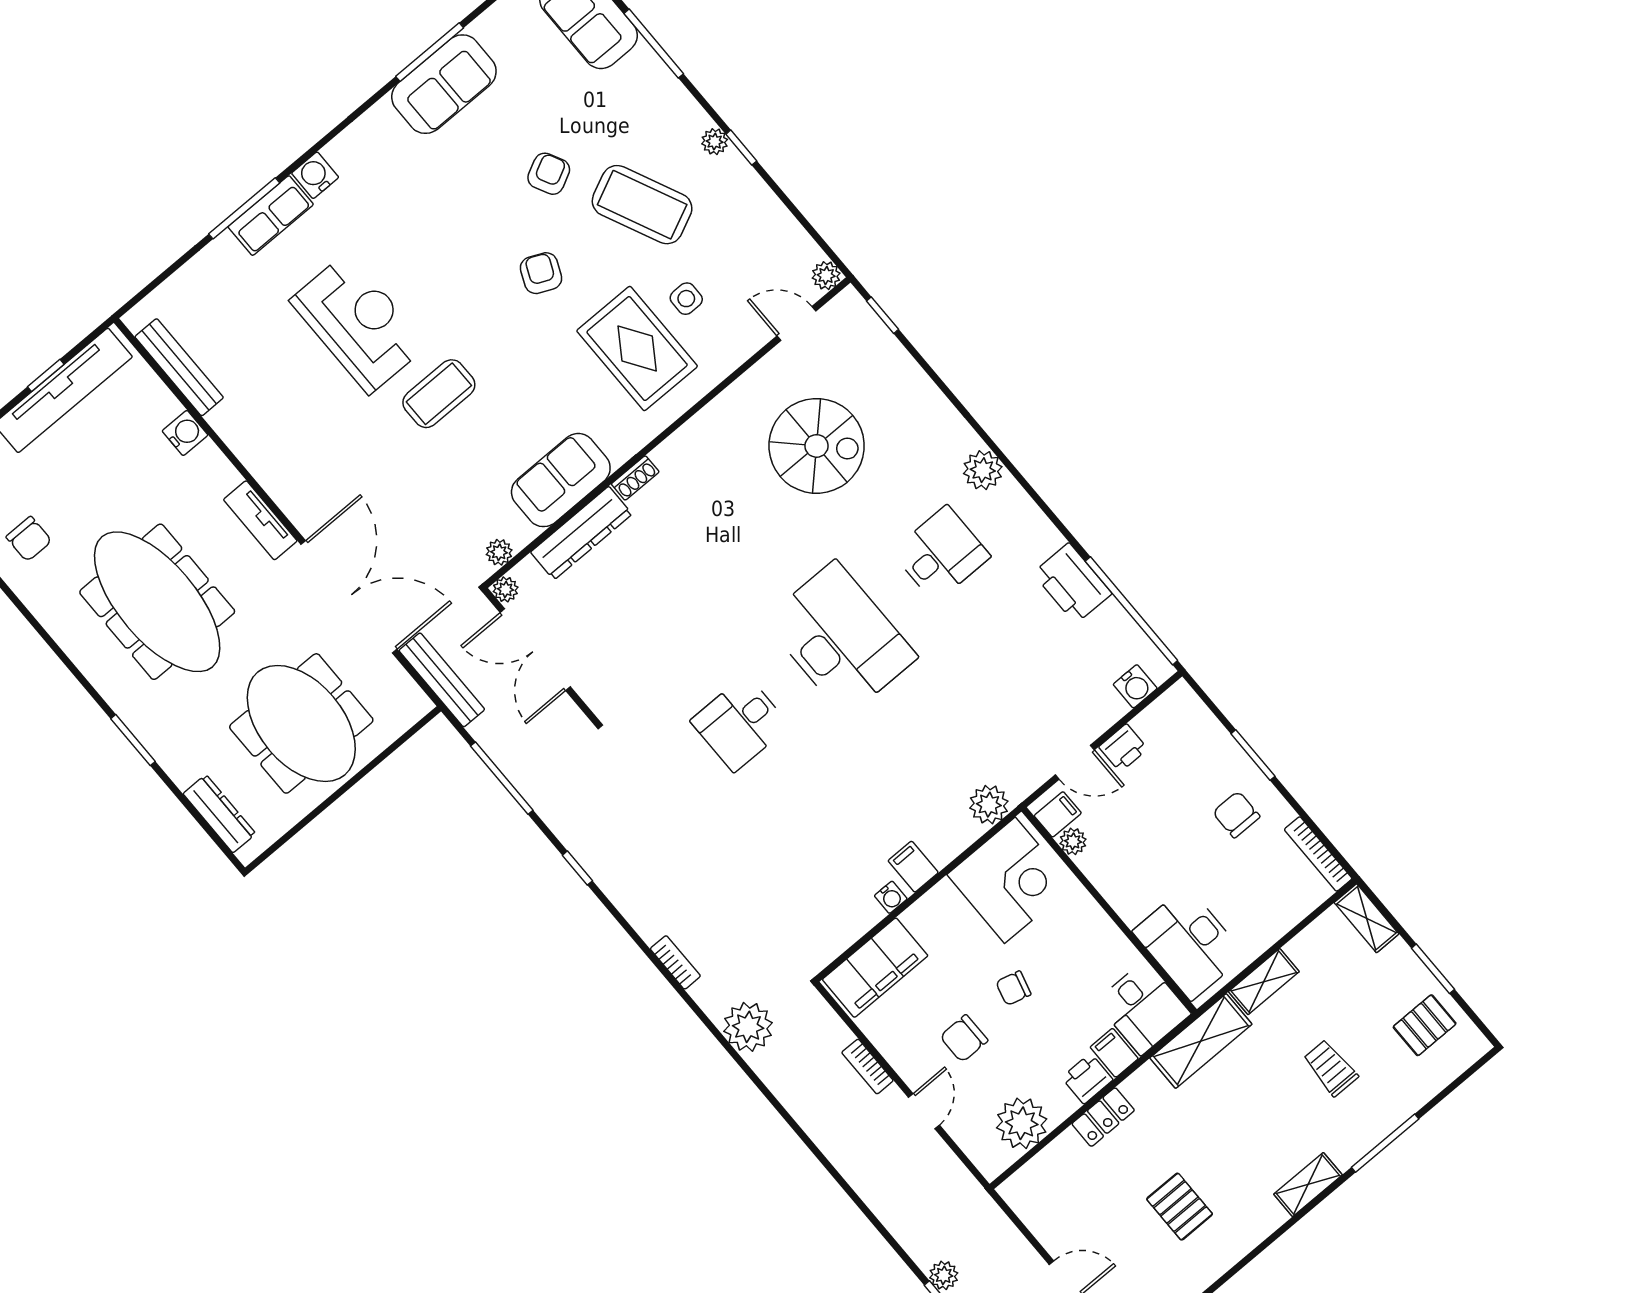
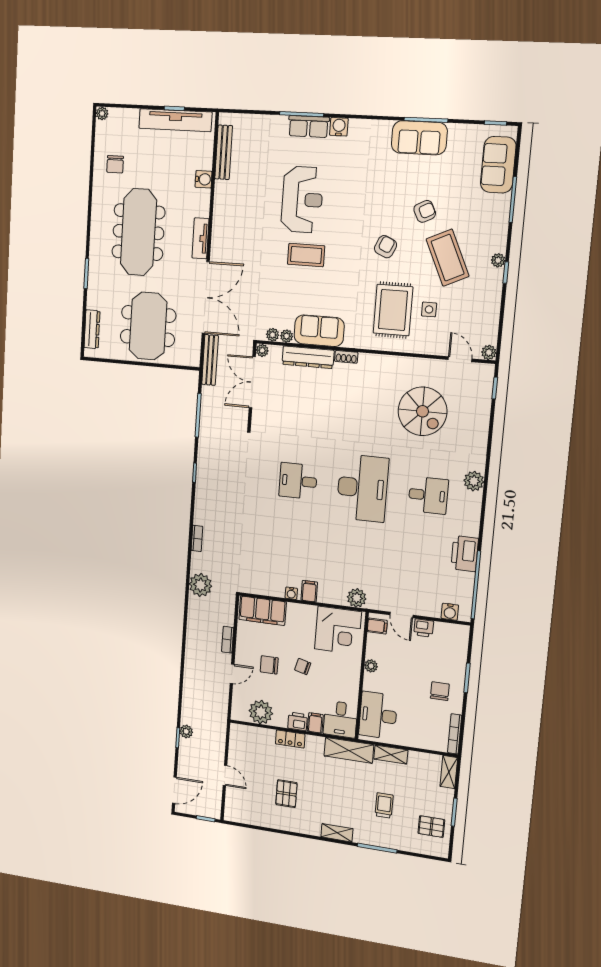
plant: (521, 534) -> (287, 336), added
plant: (1073, 841) -> (371, 666), moved

